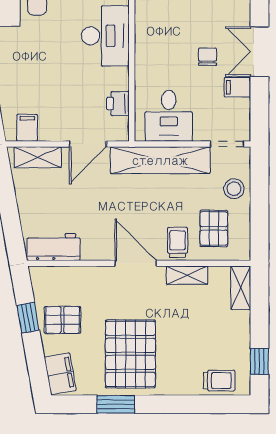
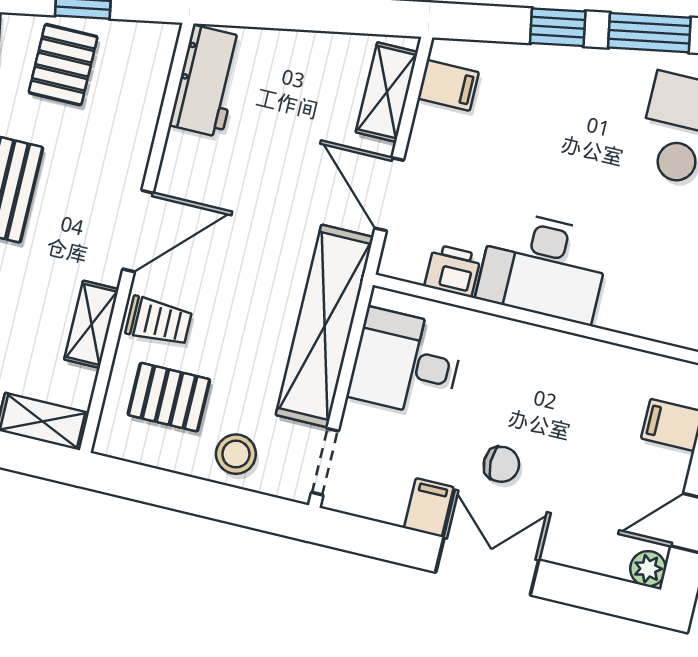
desk: (105, 36) -> (543, 267), moved

